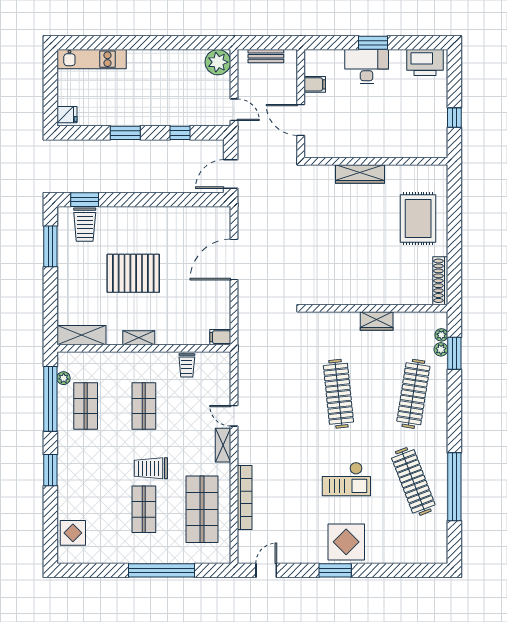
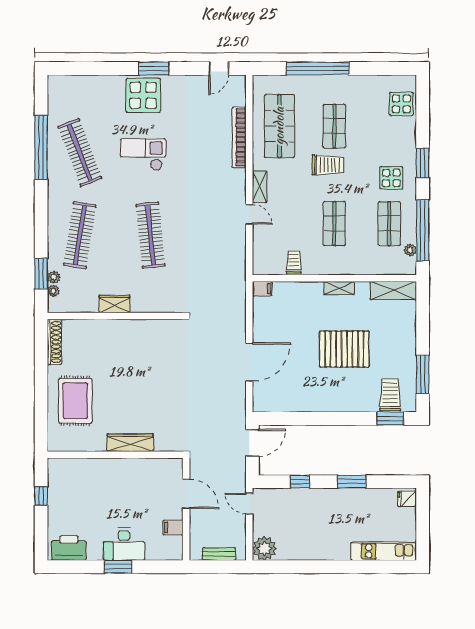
display table: (83, 454) -> (391, 178), added

